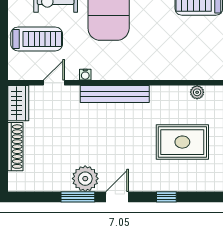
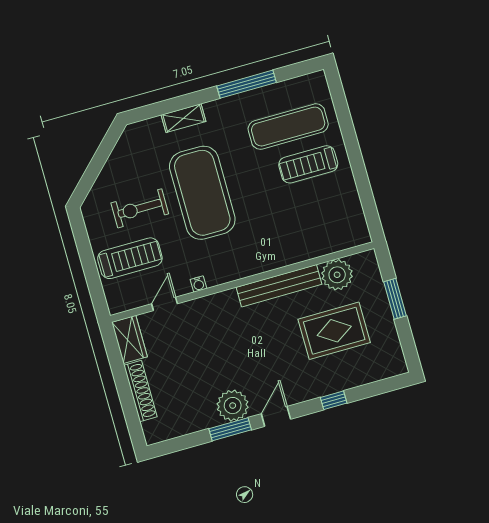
plant: (197, 92) -> (337, 275), width x1.87, depth x1.87
bench: (115, 94) -> (279, 286), moved

